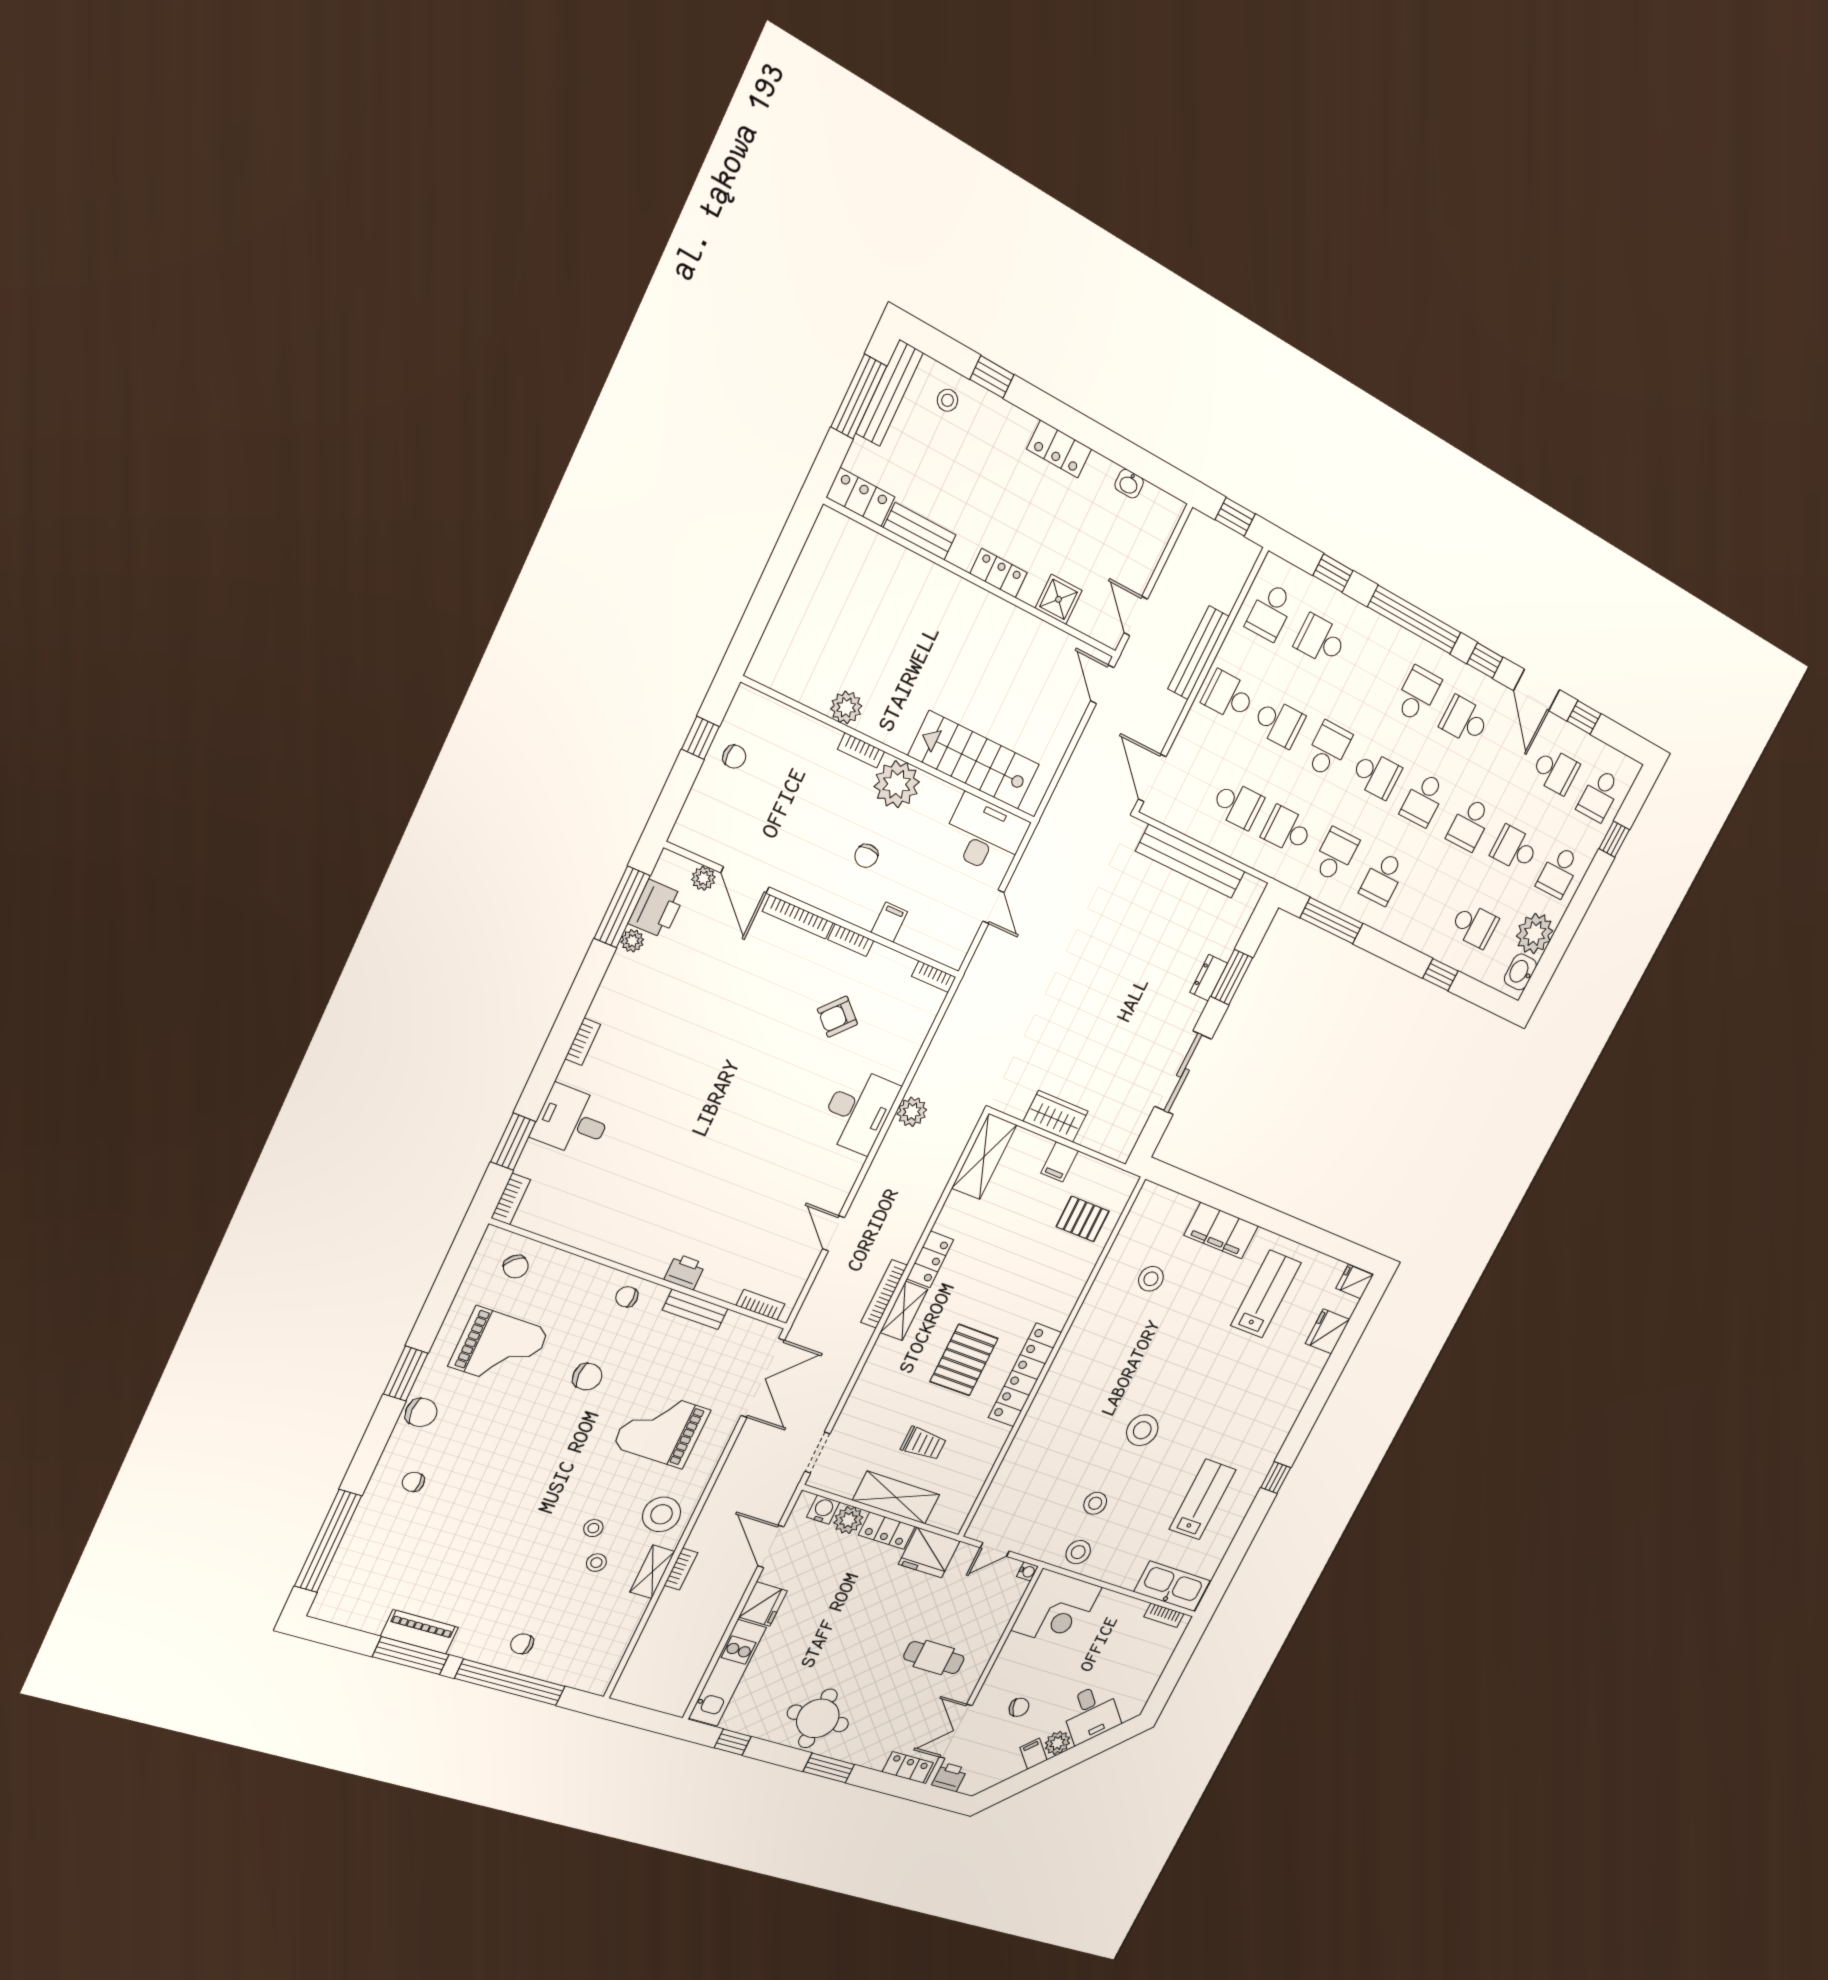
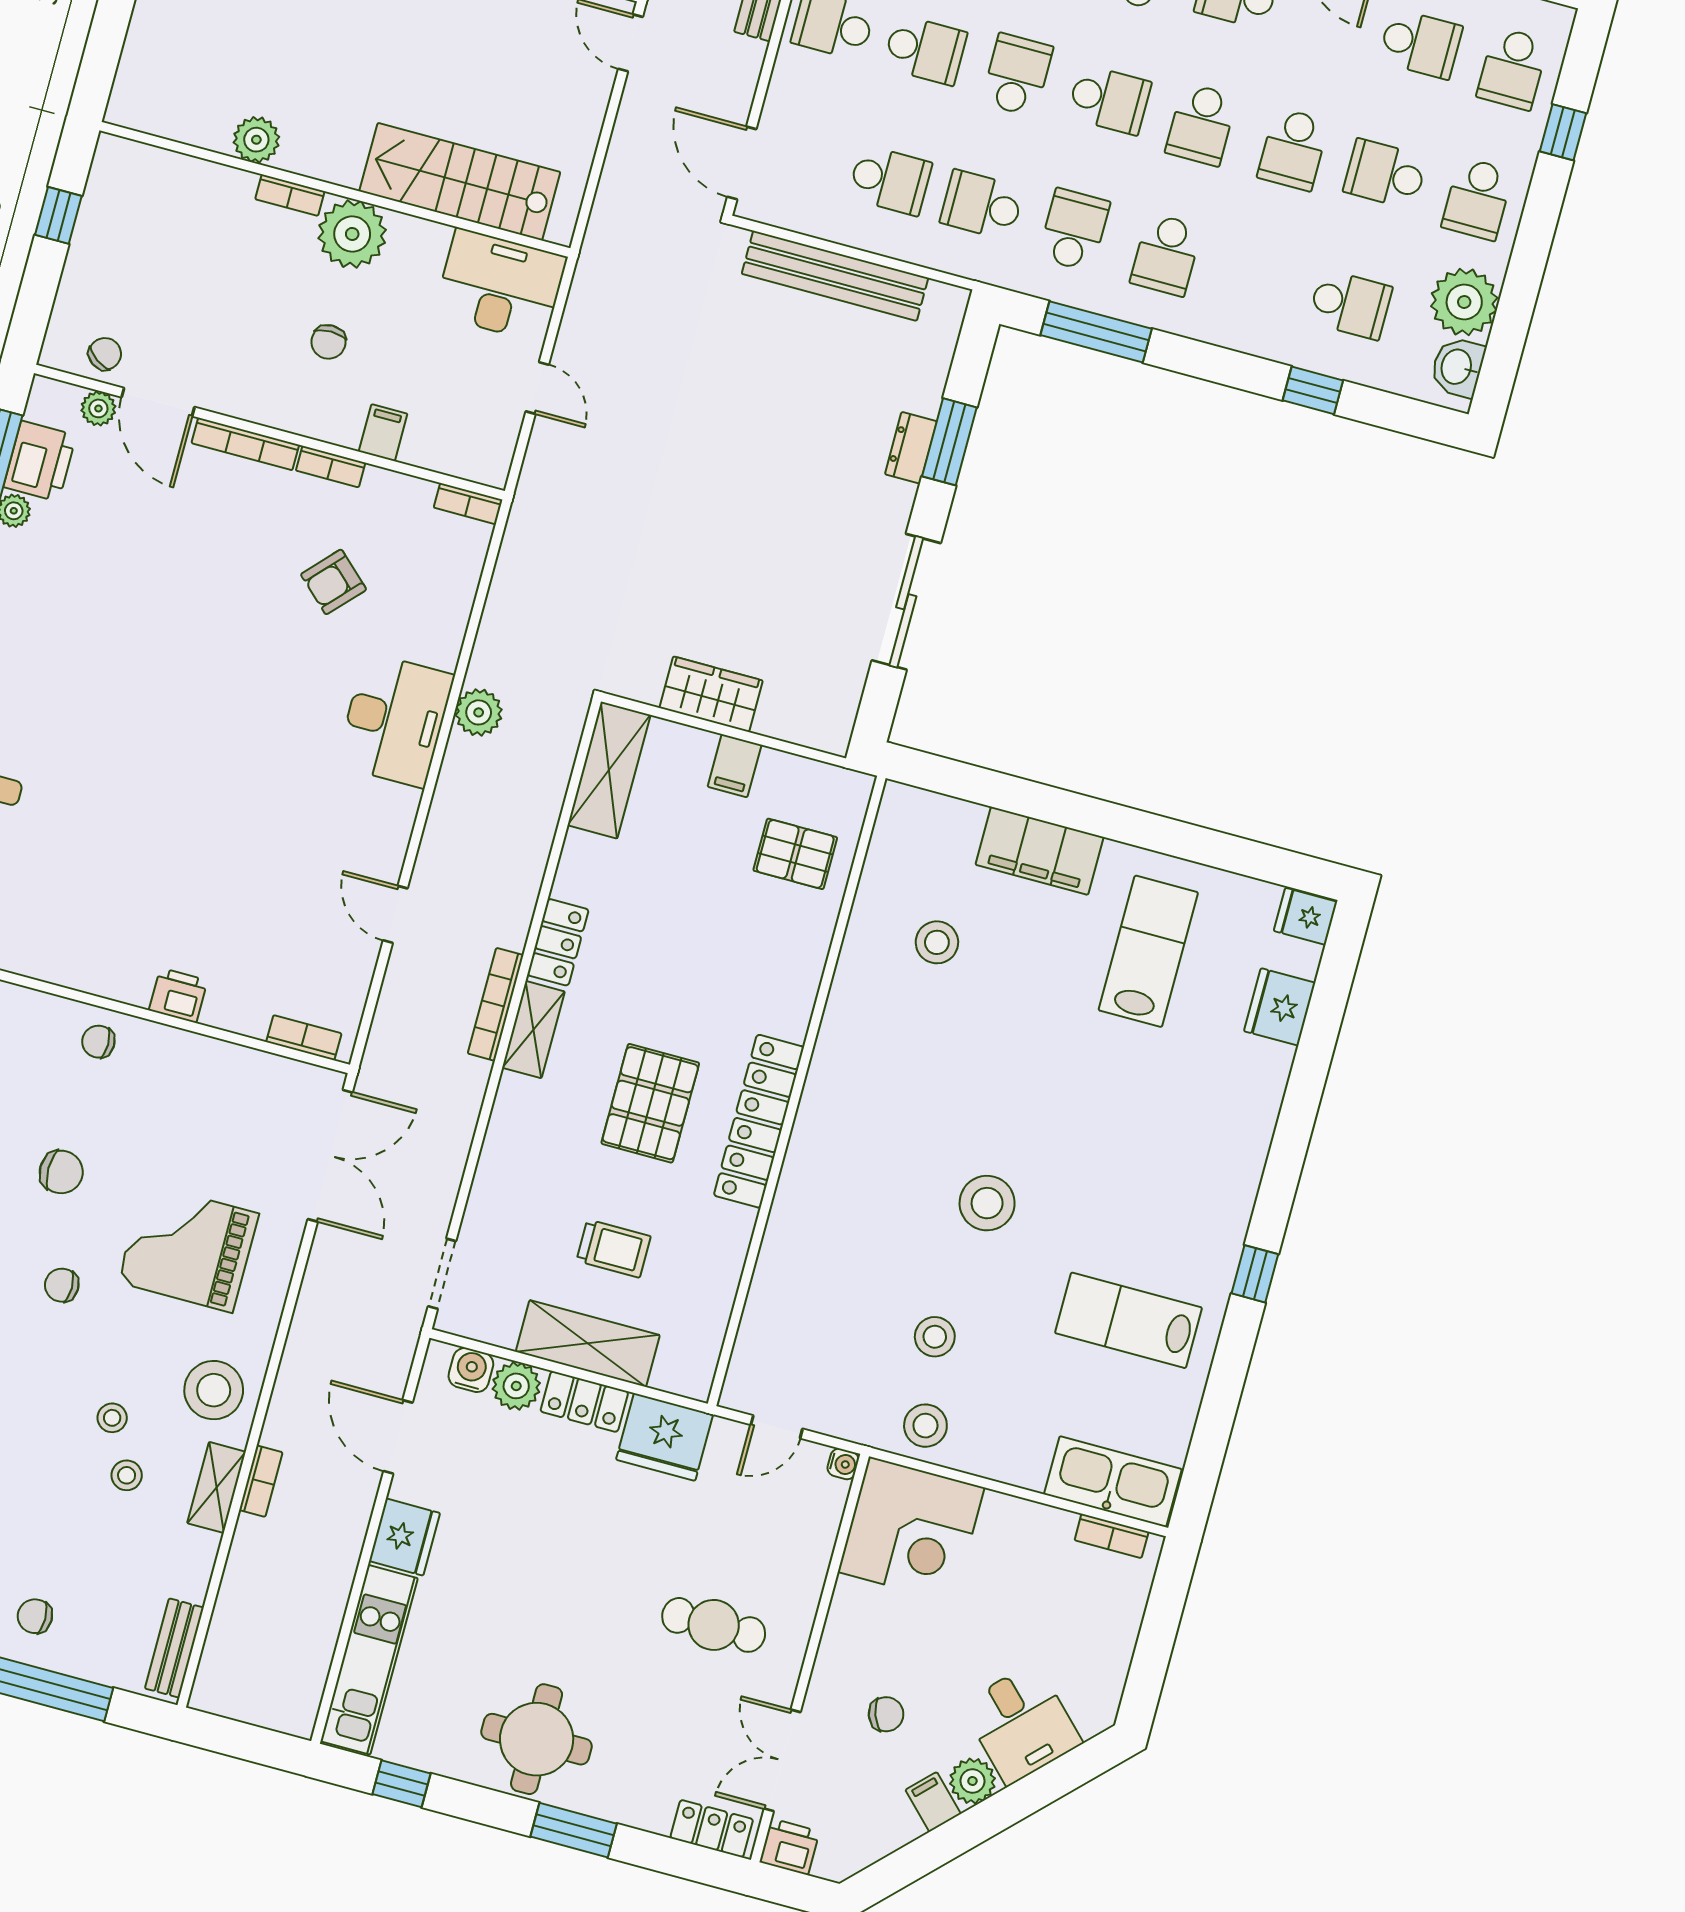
chair: (734, 757) -> (105, 354), moved, turned -55
bench: (695, 1309) -> (174, 1648), moved, turned 90
chair: (575, 1446) -> (62, 1285), added
lab bench: (1203, 1499) -> (1128, 1320), turned -90

